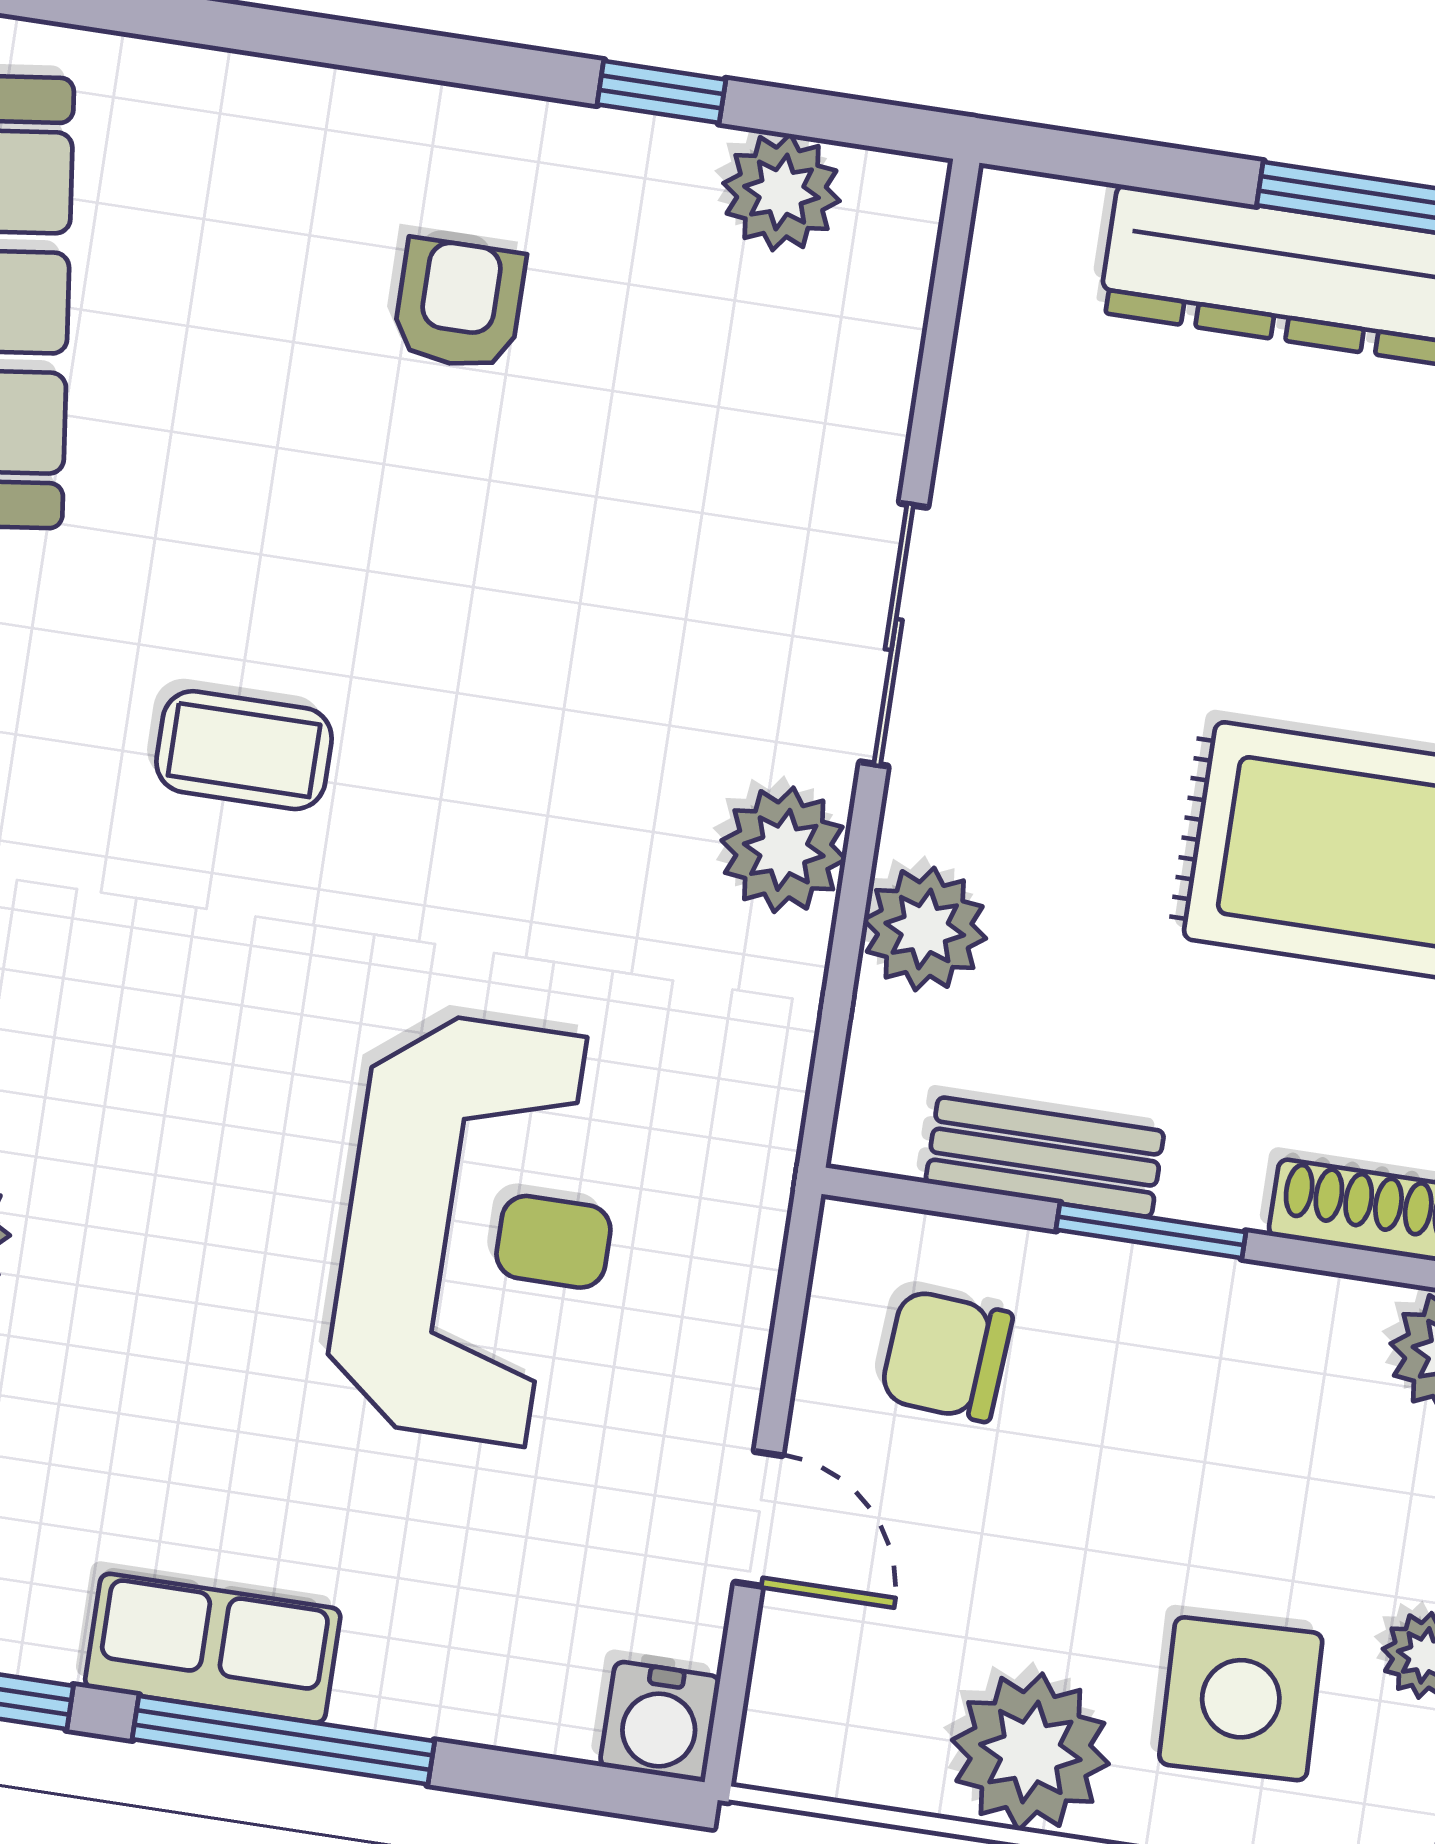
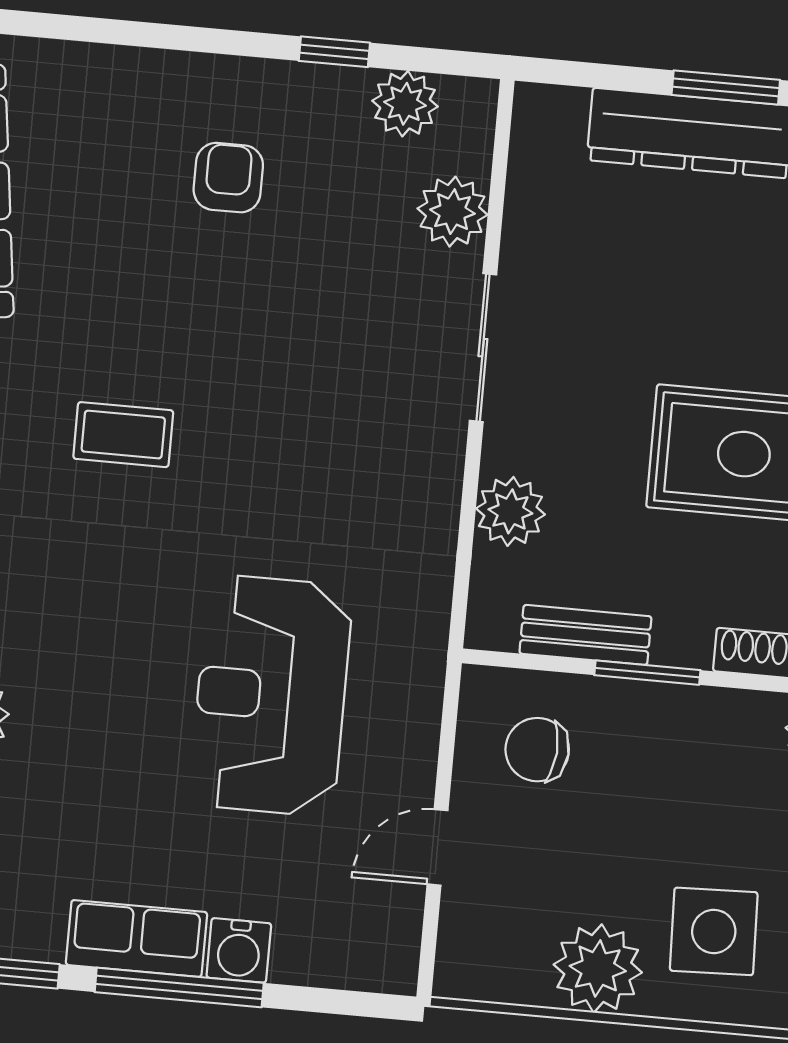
plant: (784, 850) -> (452, 212), moved
reception desk: (479, 1230) -> (271, 695), turned 180
door: (758, 1519) -> (438, 847), swing flipped
water cooler: (660, 1722) -> (239, 950), moved

